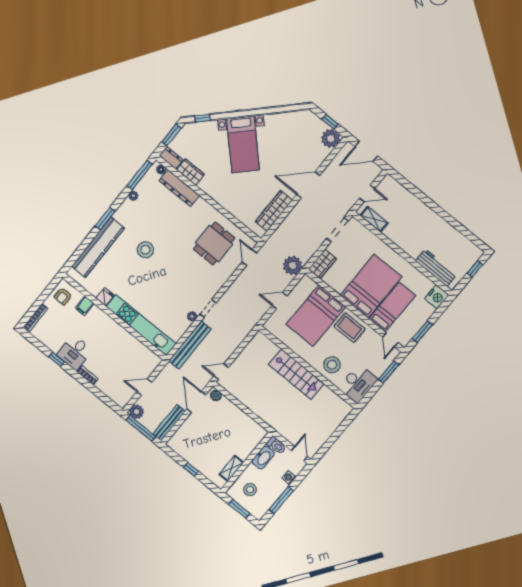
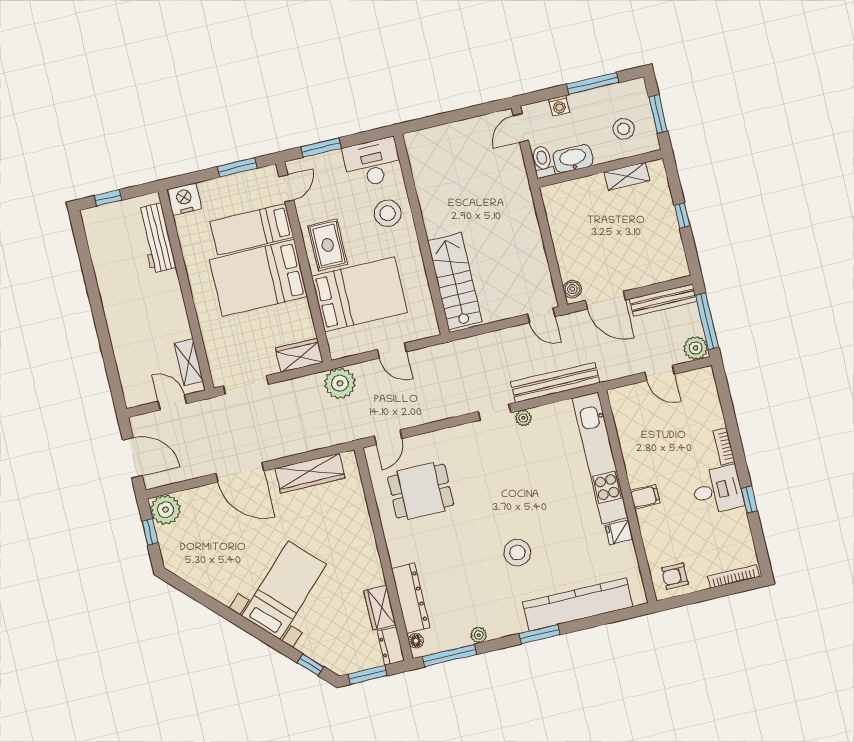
armchair: (63, 296) -> (675, 576), turned 180
filing cabinet: (85, 306) -> (645, 497), moved
stairs: (296, 374) -> (455, 281), moved
door: (196, 402) -> (605, 300), hinge flipped

